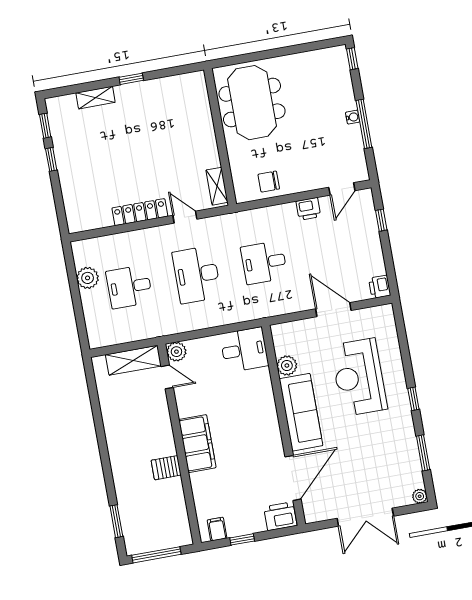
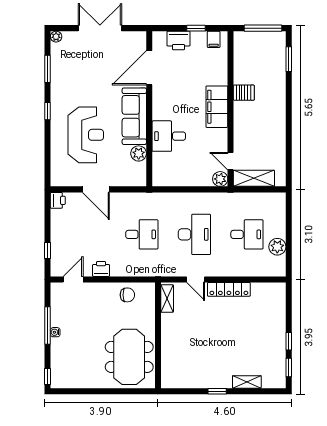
desk: (244, 350) -> (169, 136), moved
printer: (280, 516) -> (179, 40), moved

